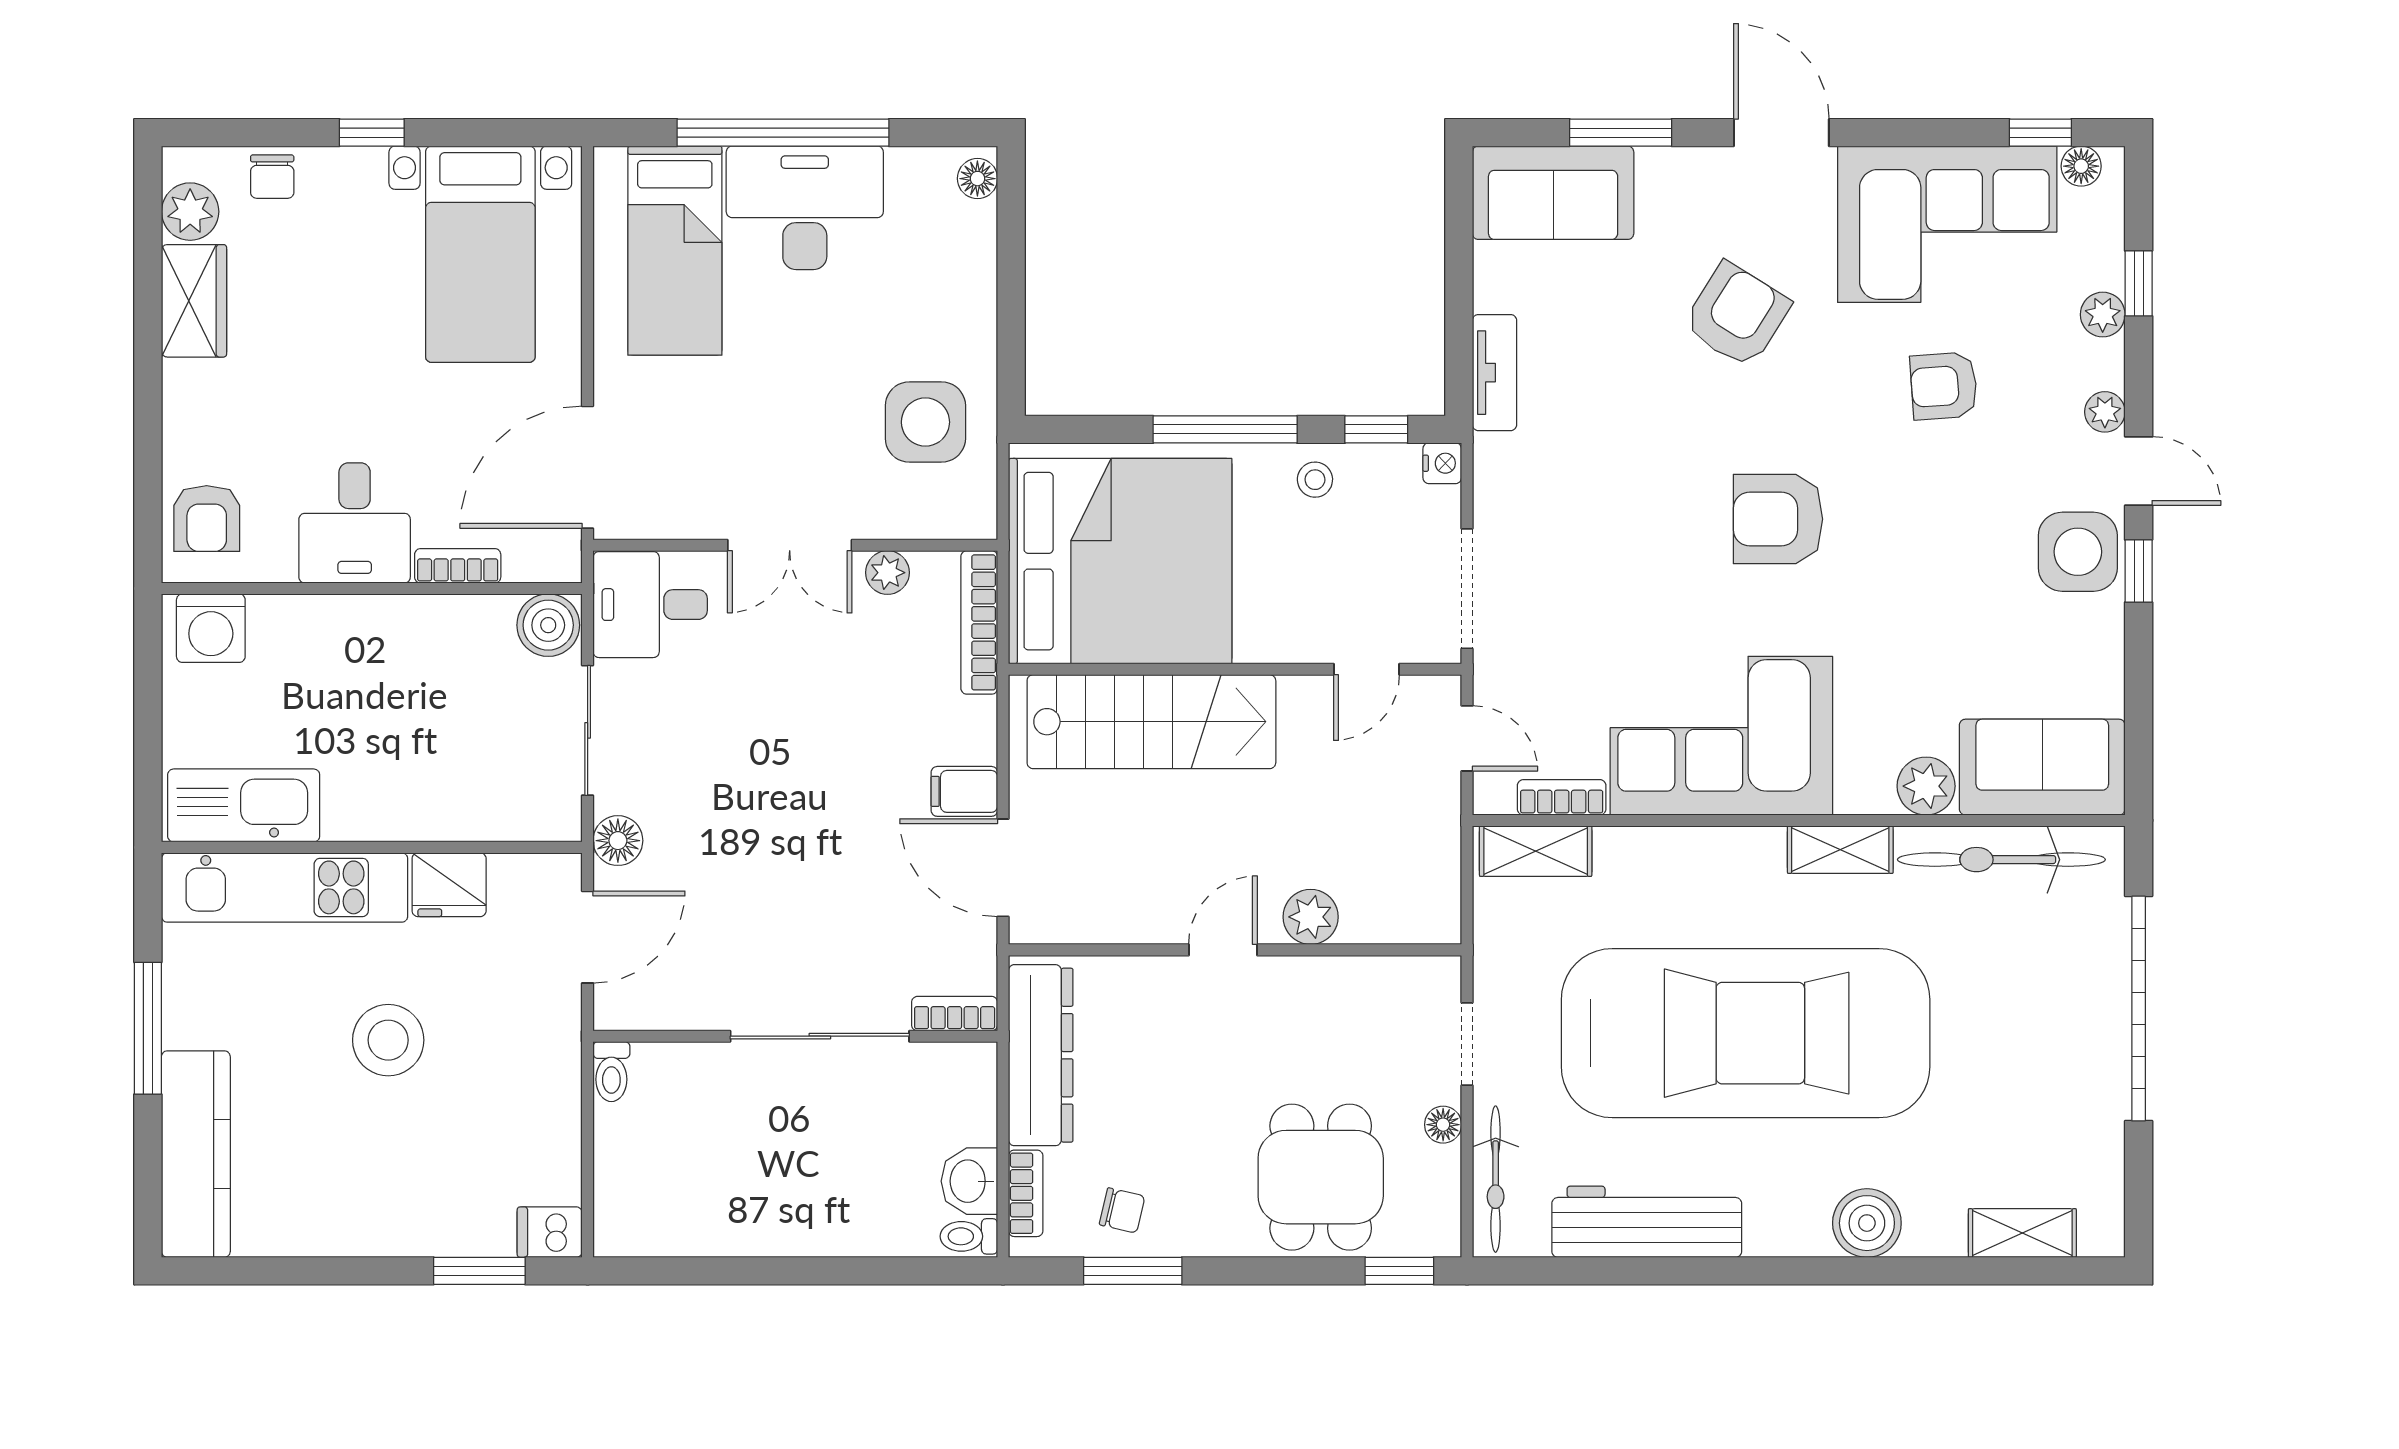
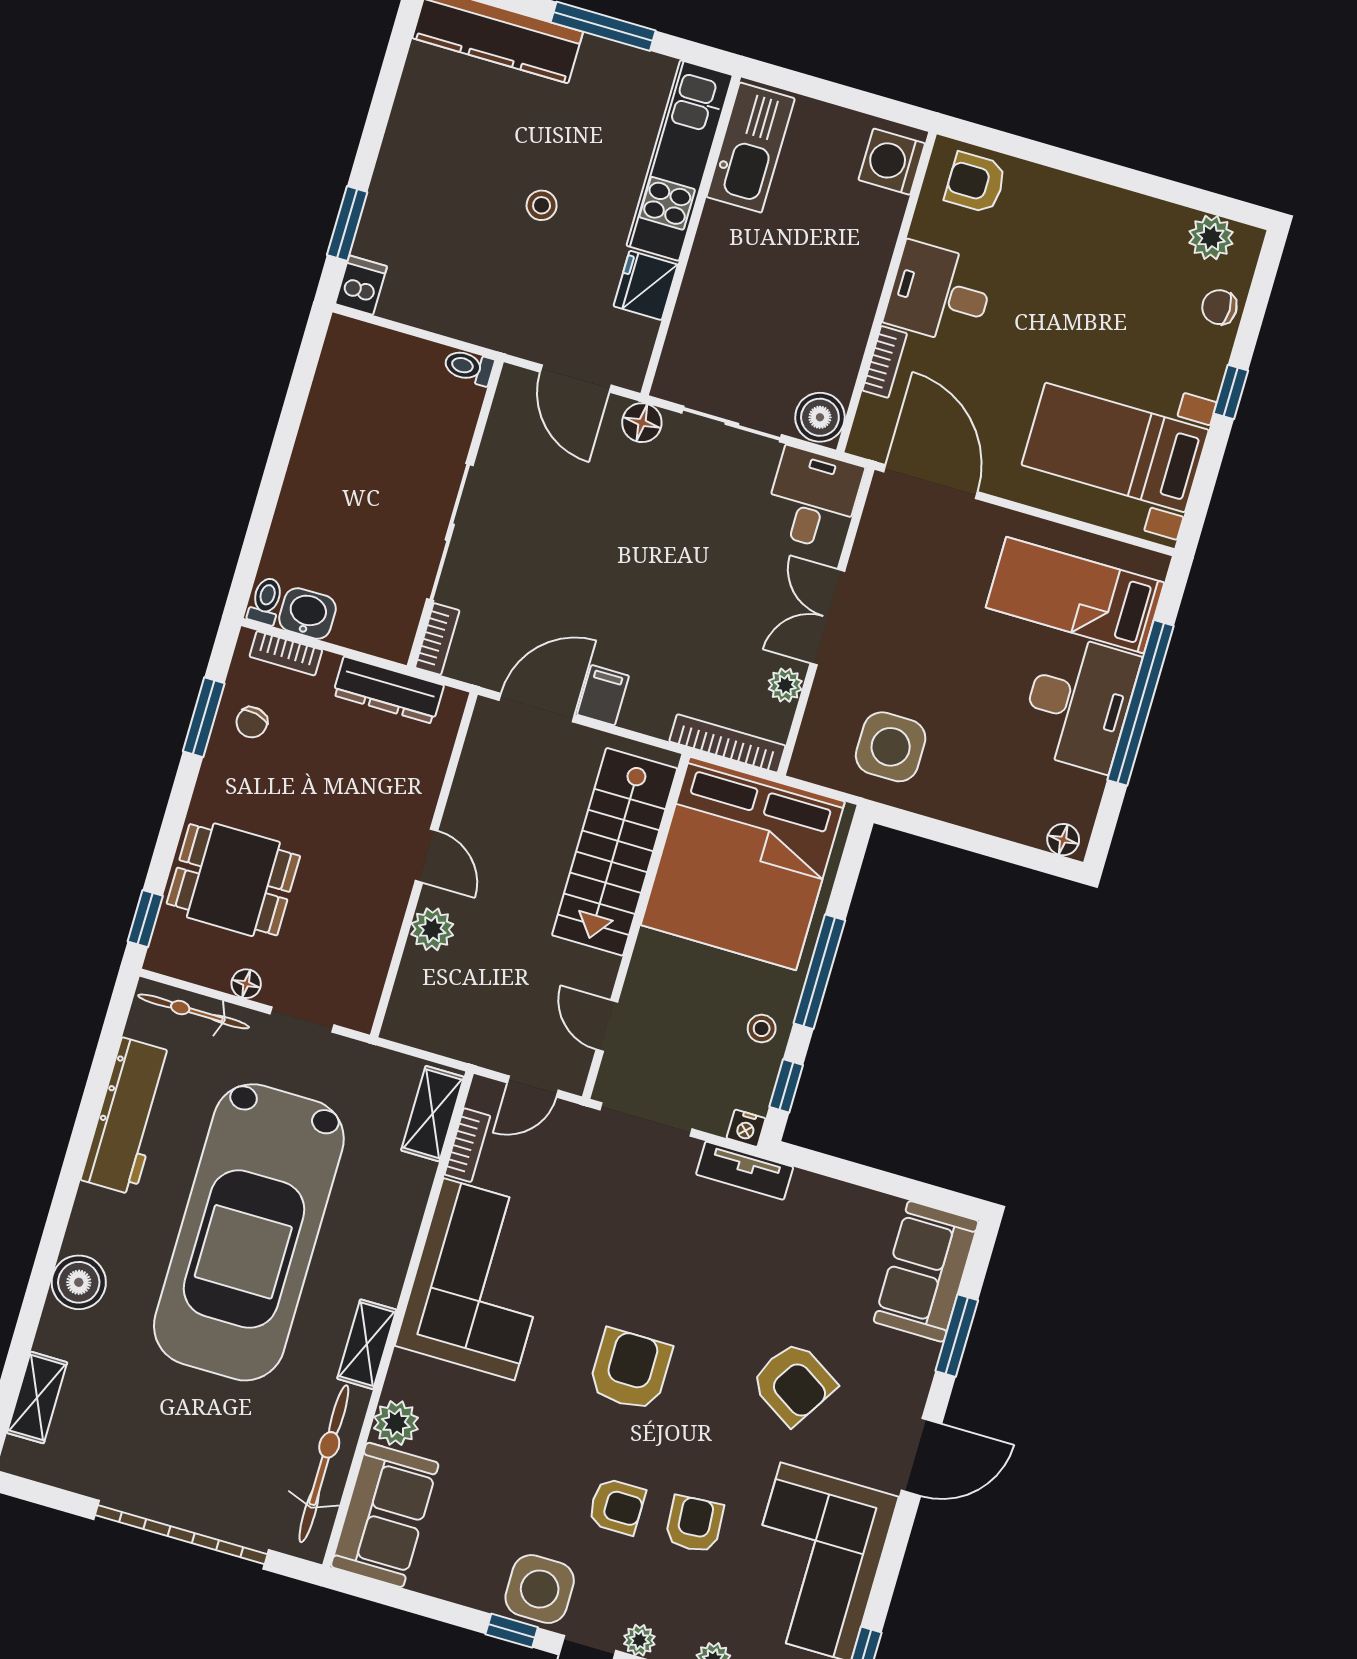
wardrobe: (194, 301) -> (1143, 221), removed
tv unit: (1494, 373) -> (745, 1171), moved
armchair: (1950, 487) -> (617, 1506), added
stool: (388, 1040) -> (542, 205), width x0.53, depth x0.53
dresser: (1041, 1055) -> (388, 690), width x0.73, depth x0.80

